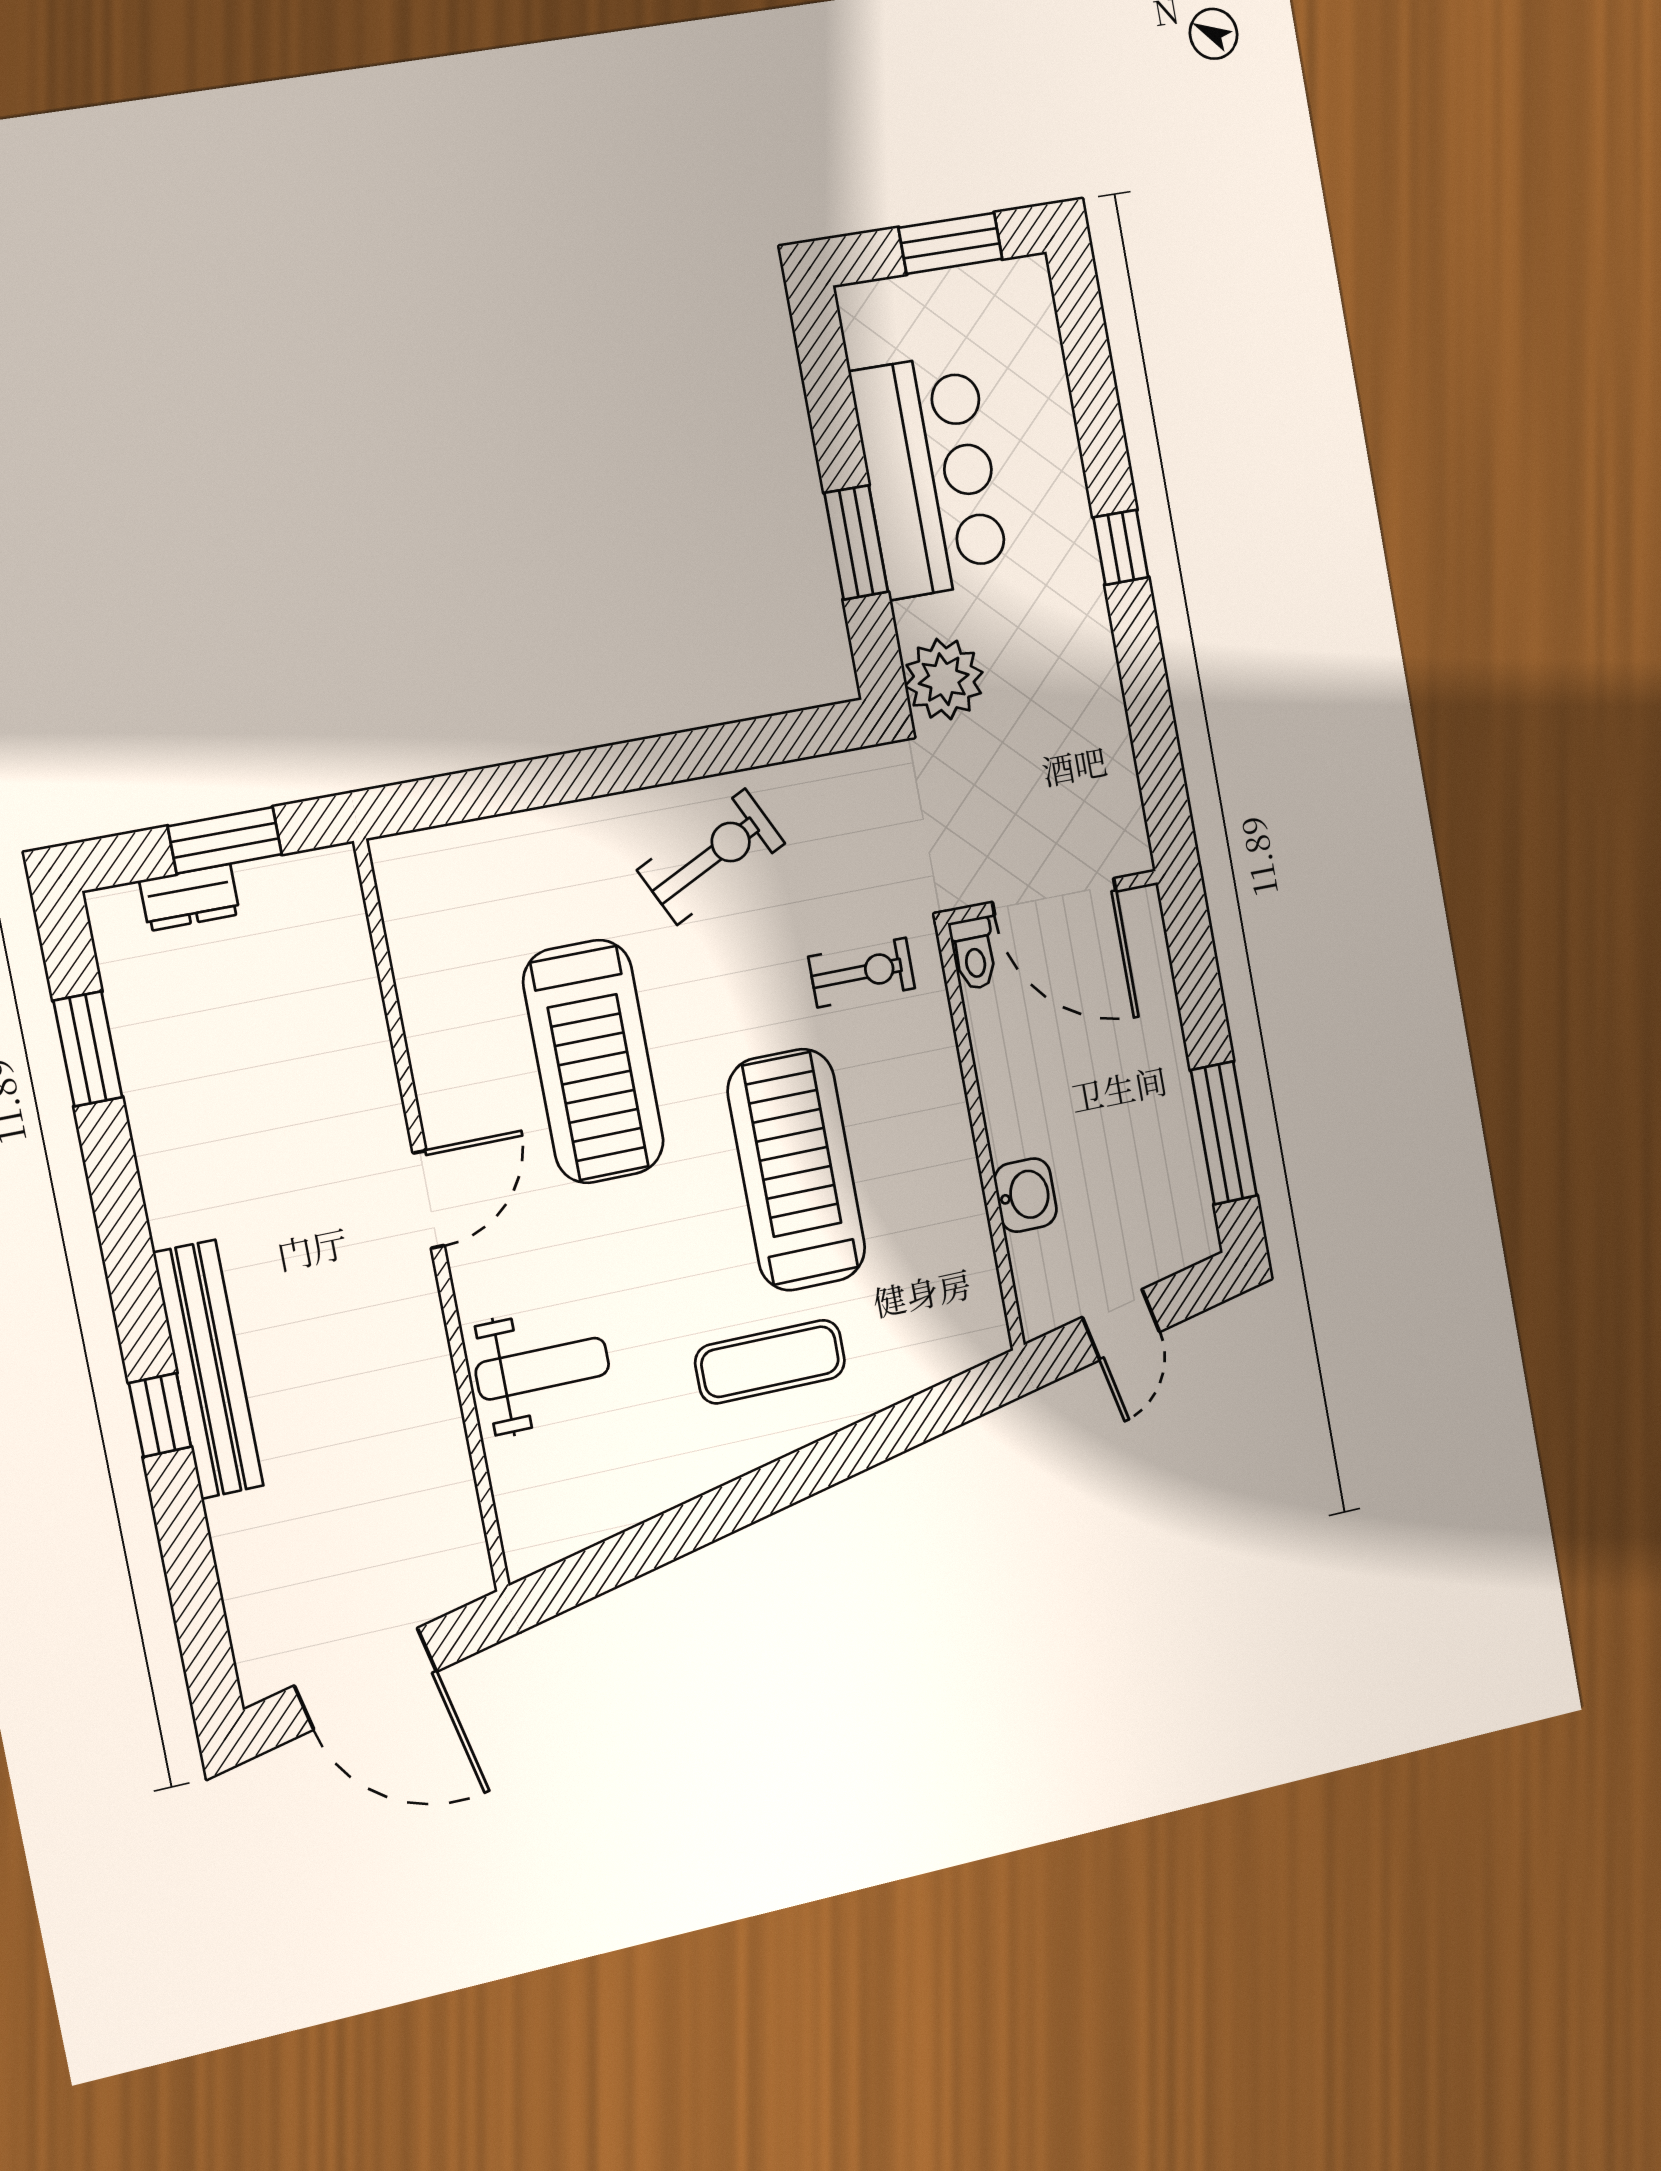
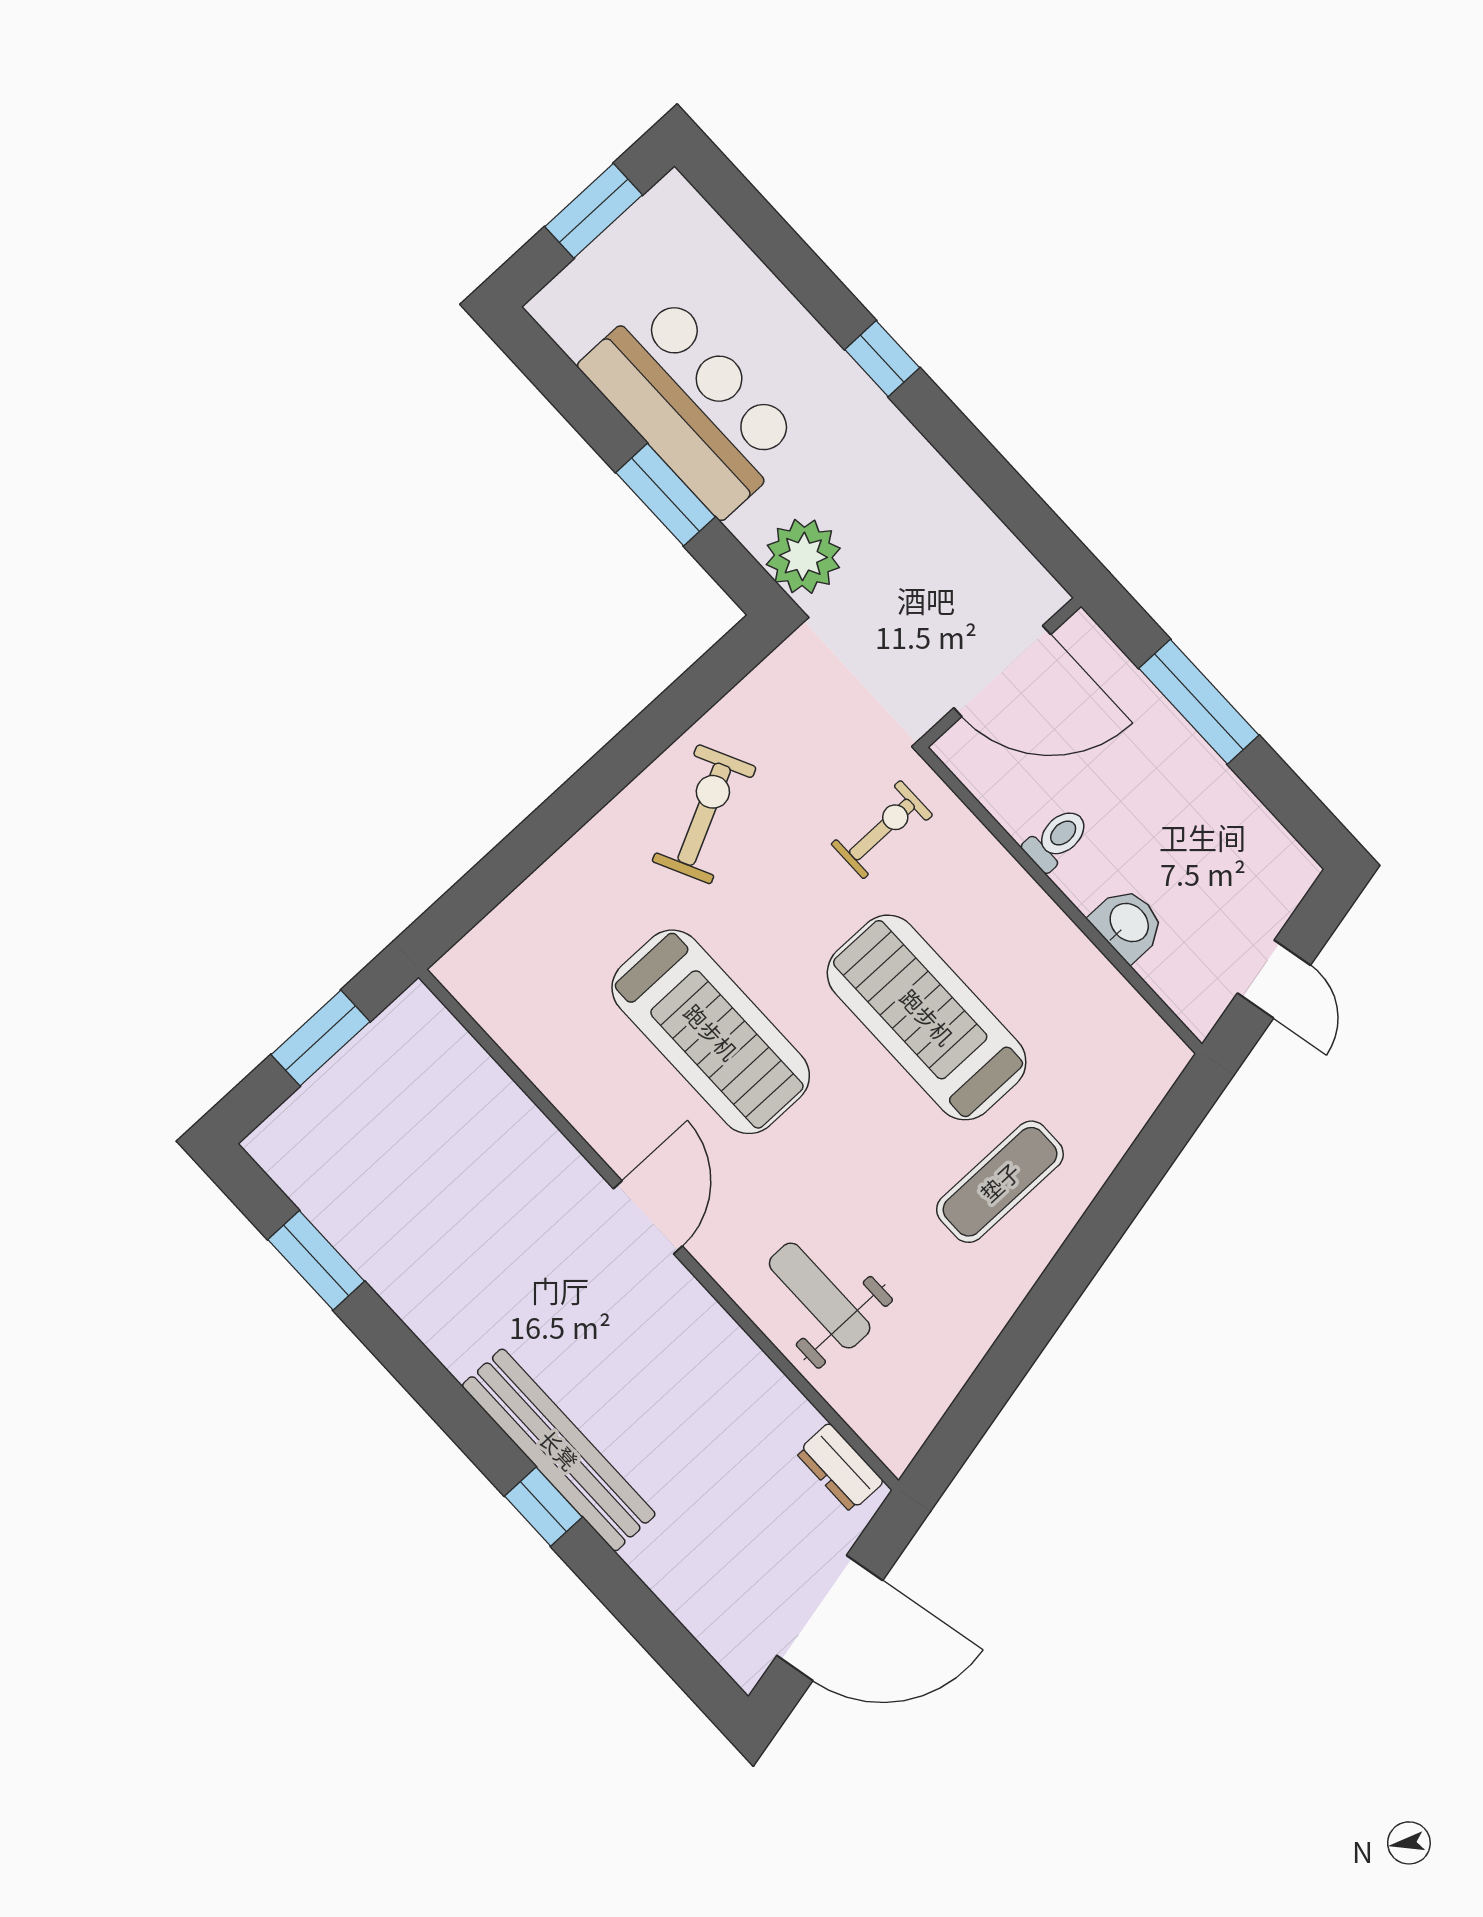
dresser: (190, 897) -> (840, 1467), moved, turned 90
toilet: (974, 953) -> (1057, 839), moved, turned -90
window: (1224, 1133) -> (1199, 702), moved
weight bench: (542, 1369) -> (820, 1295), turned -90

